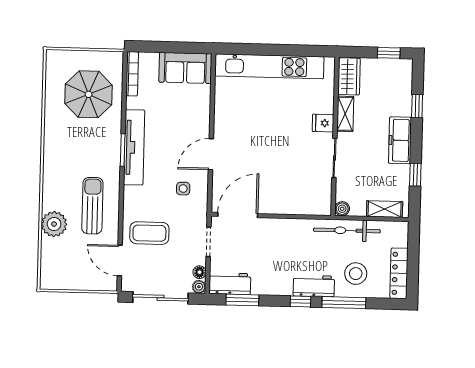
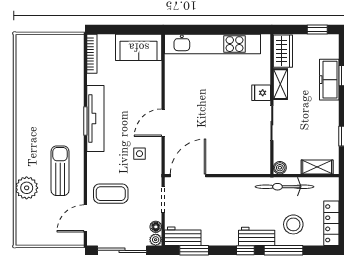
parasol: (89, 94) -> (54, 73), removed
freezer: (400, 140) -> (329, 80), moved
door: (120, 261) -> (85, 218), hinge flipped

